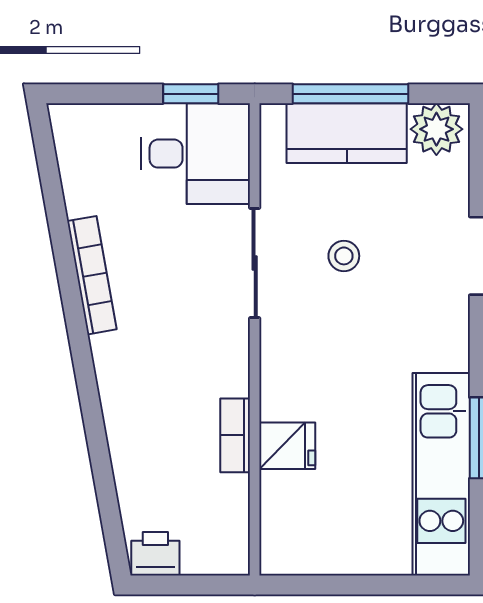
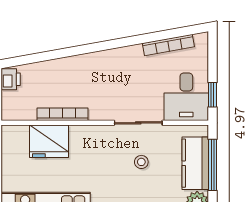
bookcase: (92, 275) -> (168, 45), moved
bookcase: (235, 435) -> (63, 114), width x1.56
fridge: (287, 446) -> (49, 141), width x1.88, depth x1.34

